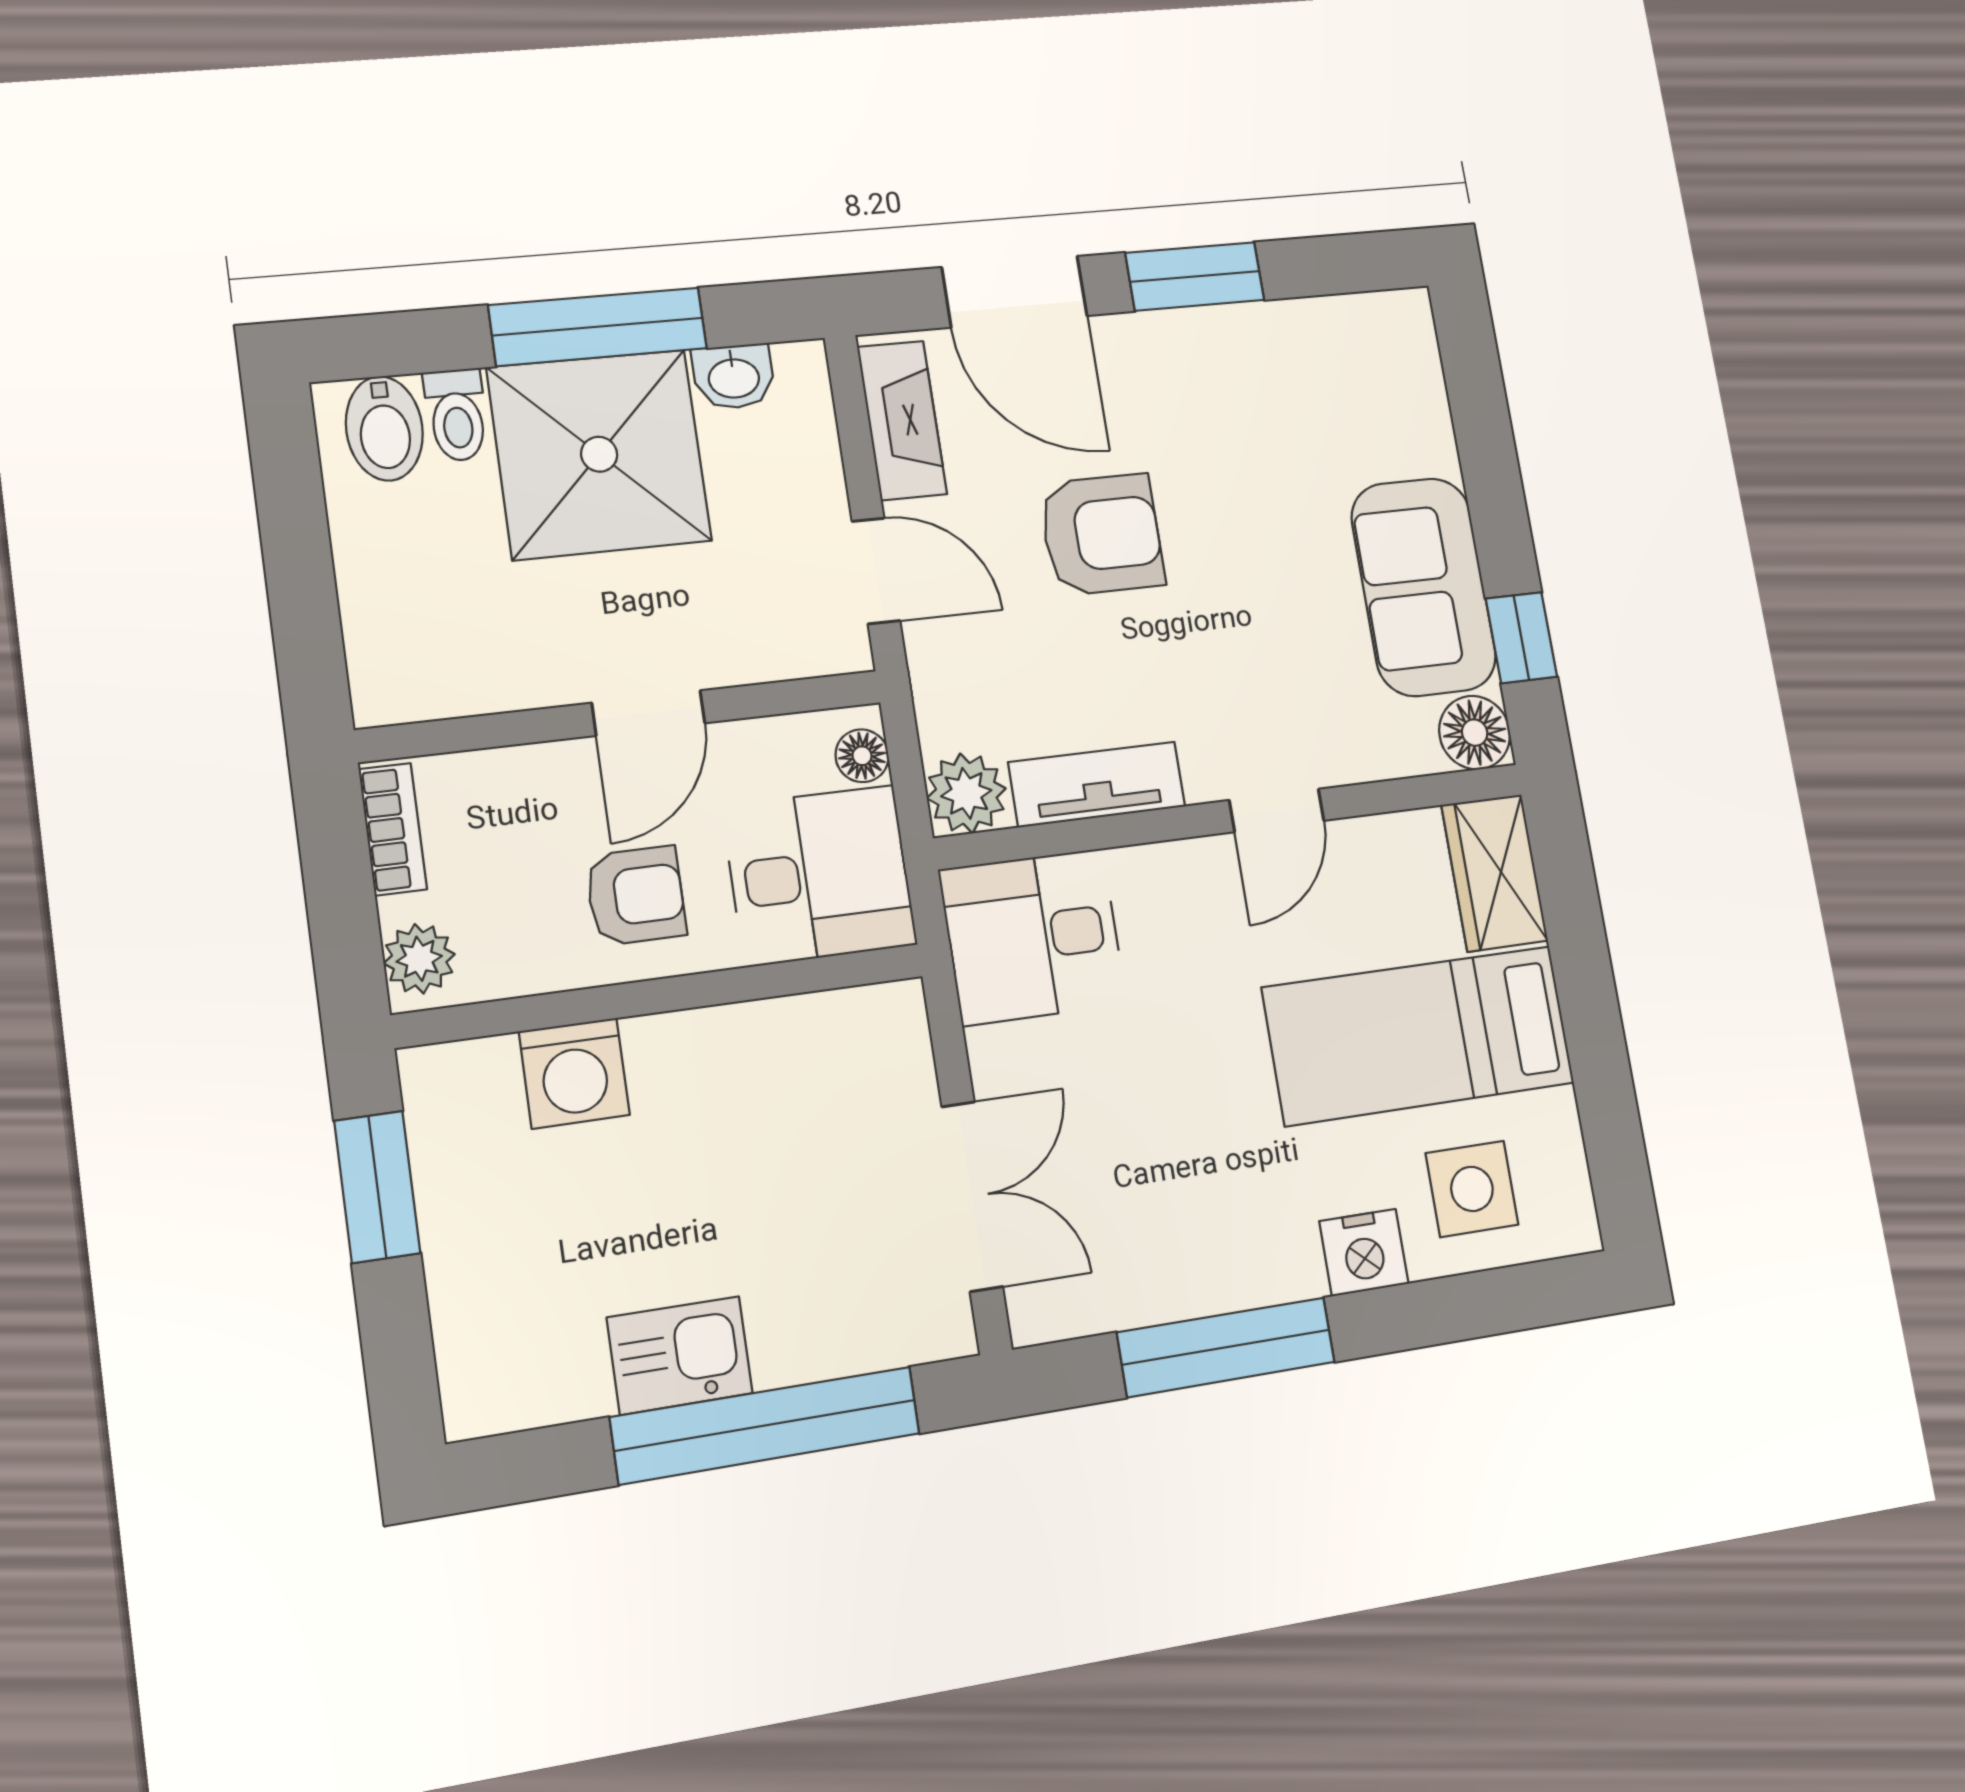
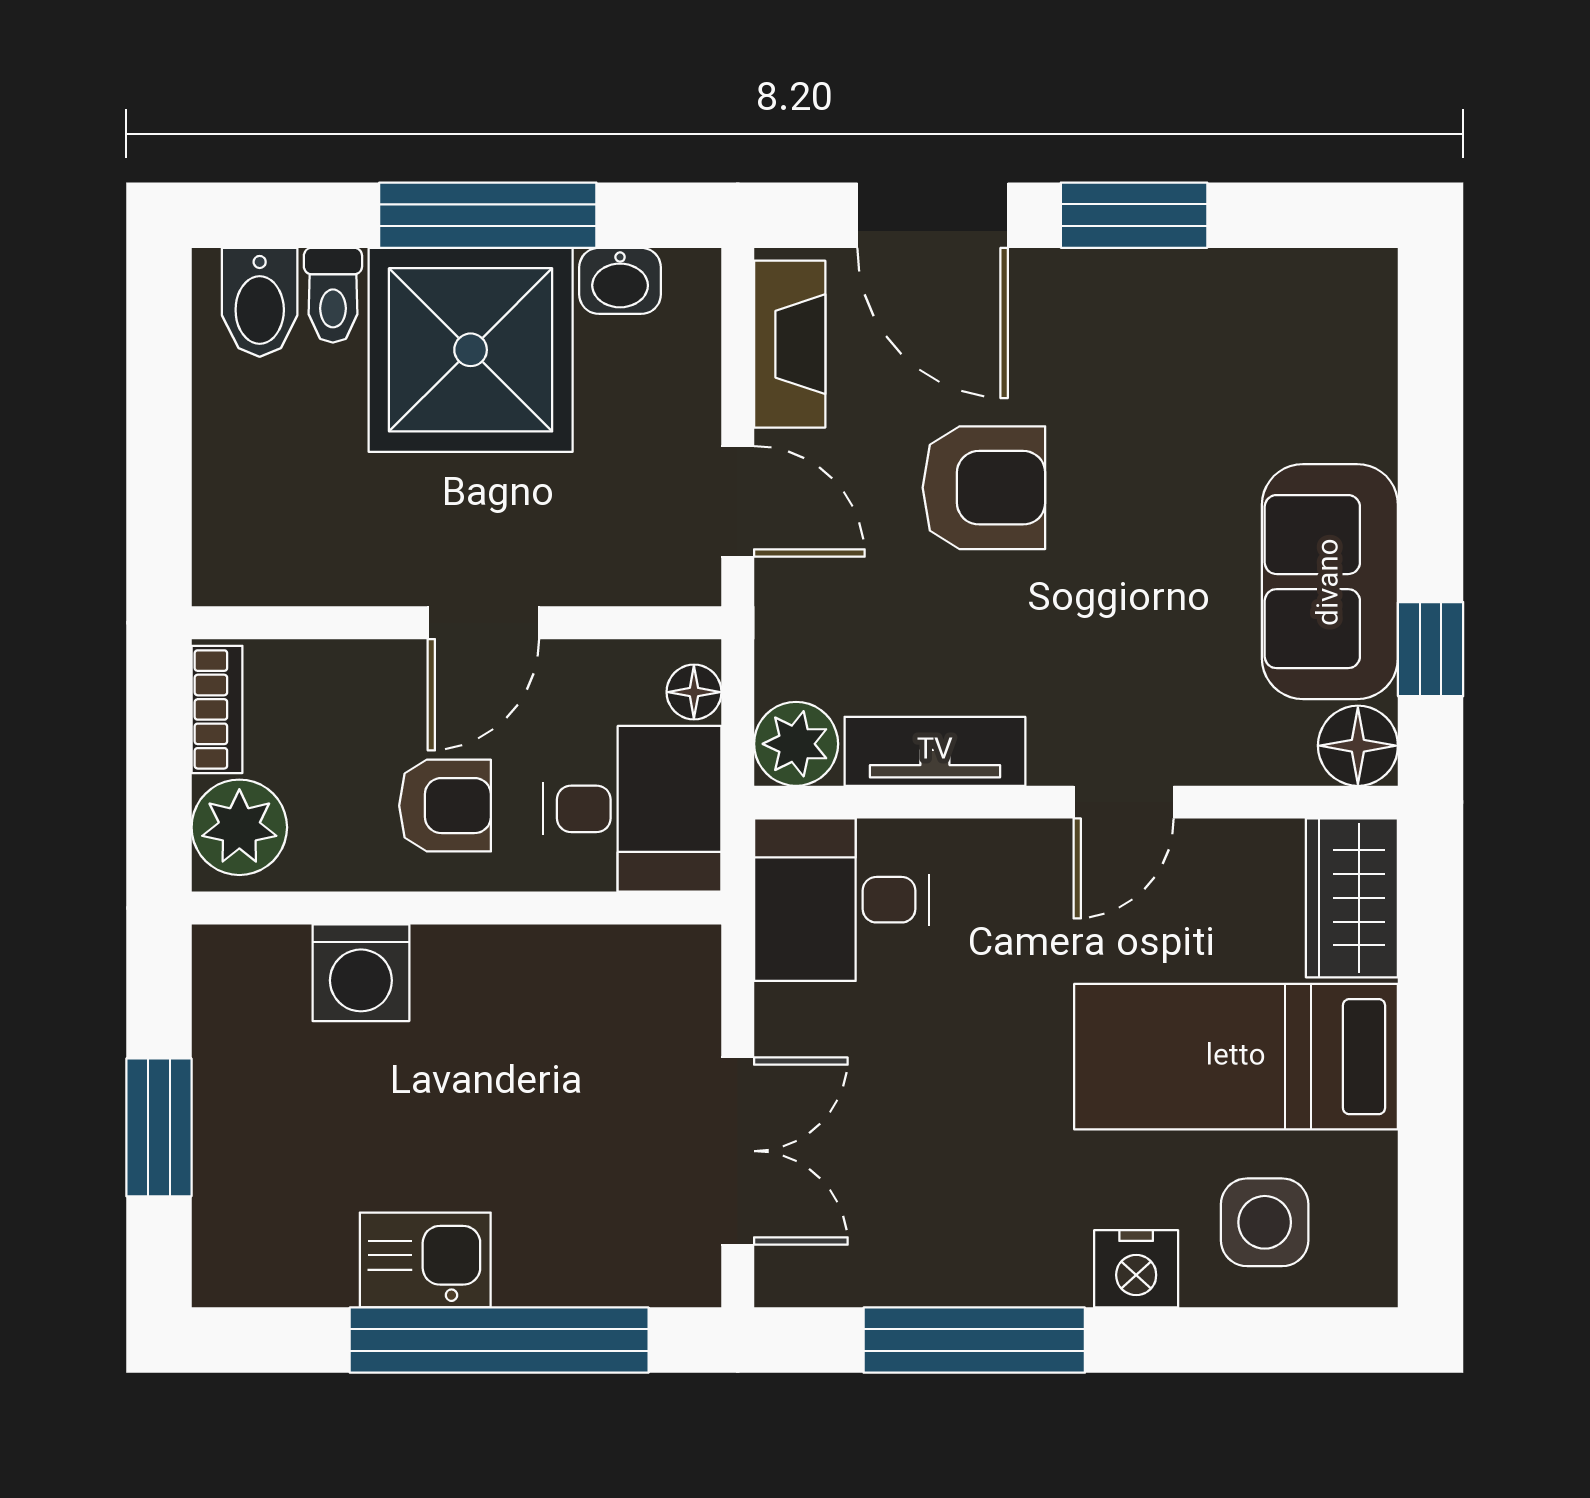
plant: (419, 959) -> (239, 827), width x1.38, depth x1.38
window: (377, 1187) -> (159, 1127), moved

